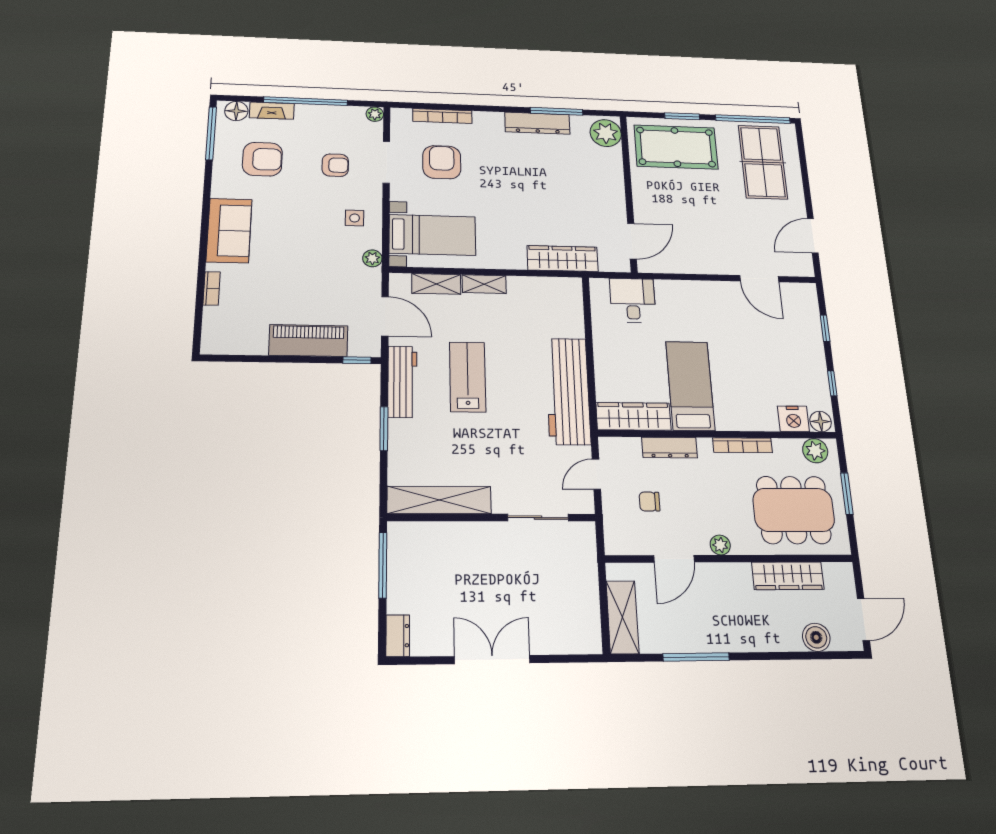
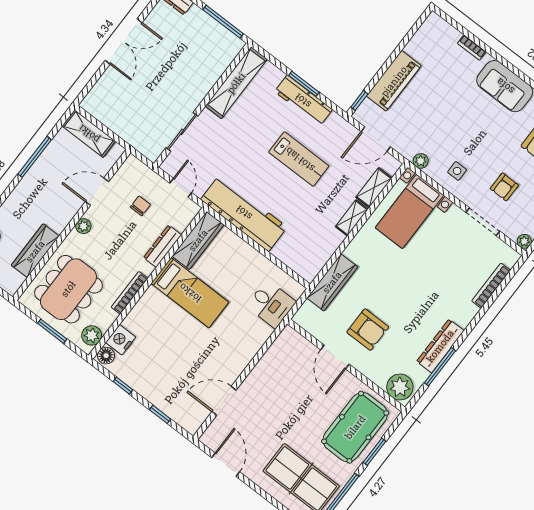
armchair: (442, 162) -> (368, 330), moved
door: (632, 241) -> (335, 357), moved
workbench: (402, 382) -> (303, 101), moved
door: (674, 559) -> (97, 192), hinge flipped

